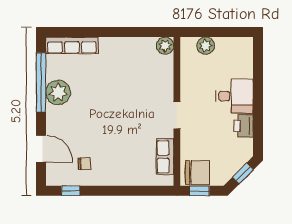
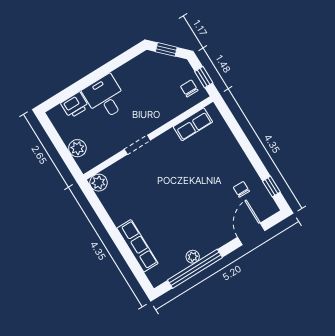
row of seats: (72, 45) -> (137, 246), moved
plant: (58, 93) -> (193, 257), width x0.53, depth x0.53
doorway: (177, 115) -> (137, 145), moved
printer: (244, 126) -> (75, 105), moved
chair: (198, 172) -> (189, 88), width x0.54, depth x0.54

